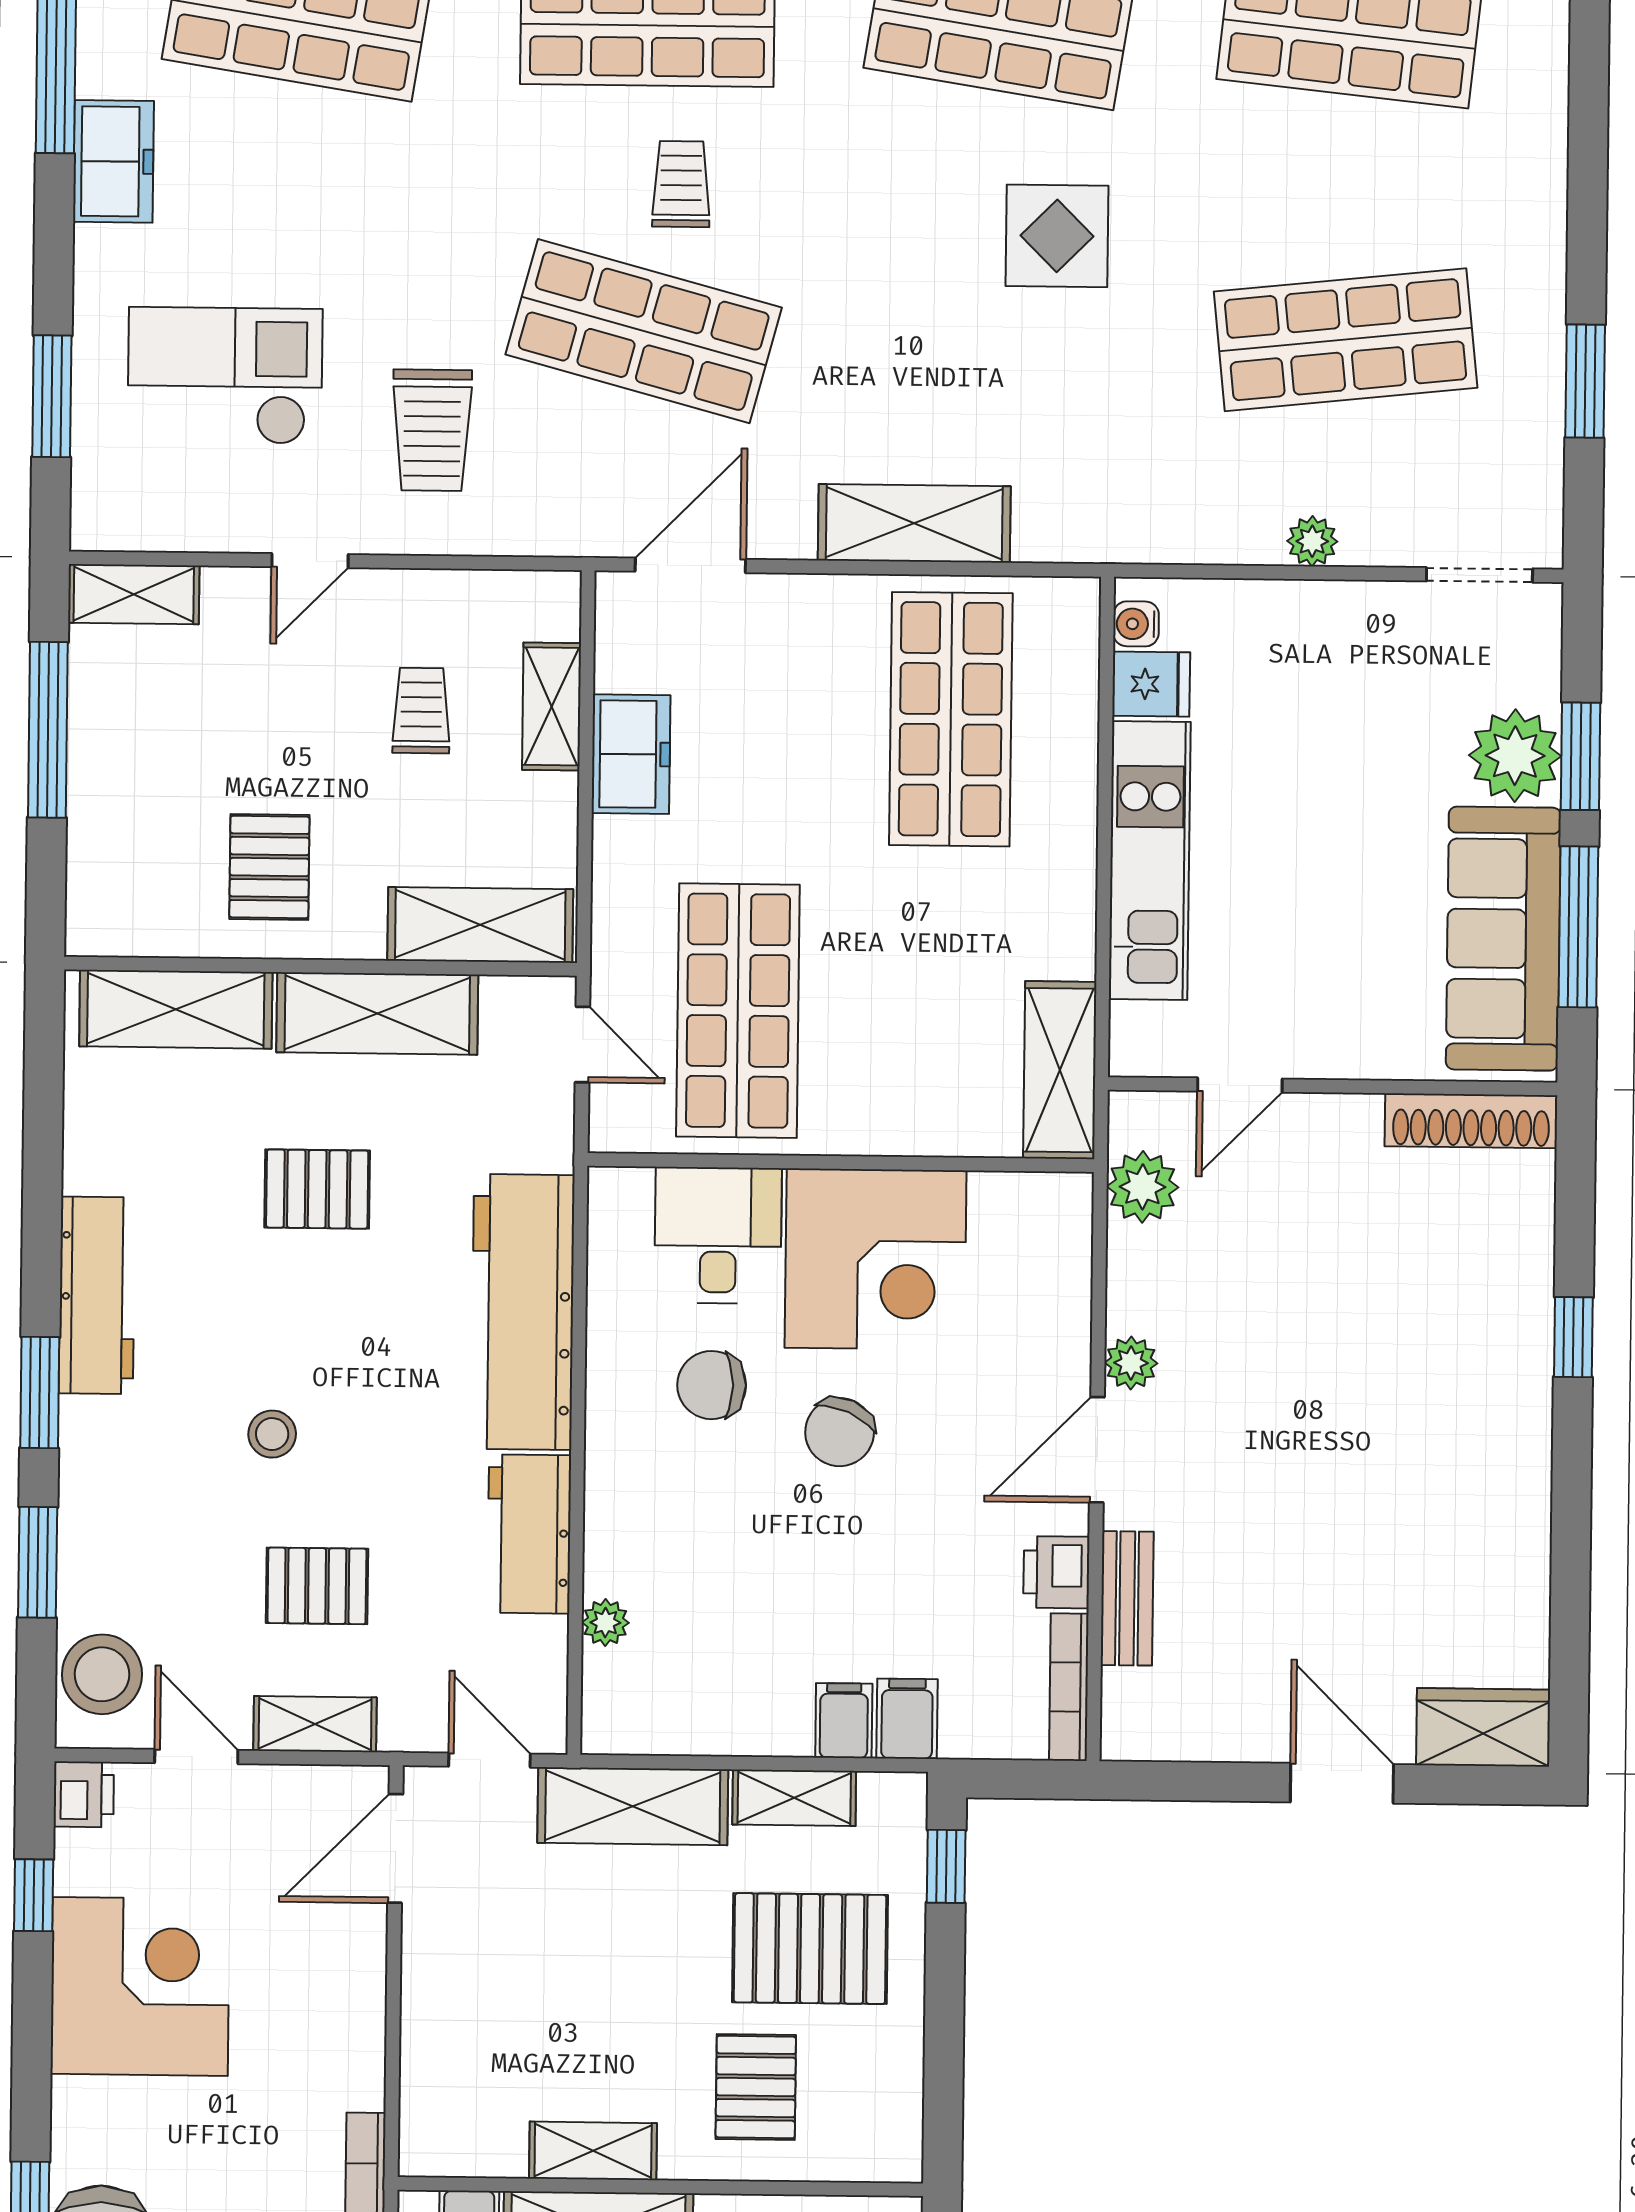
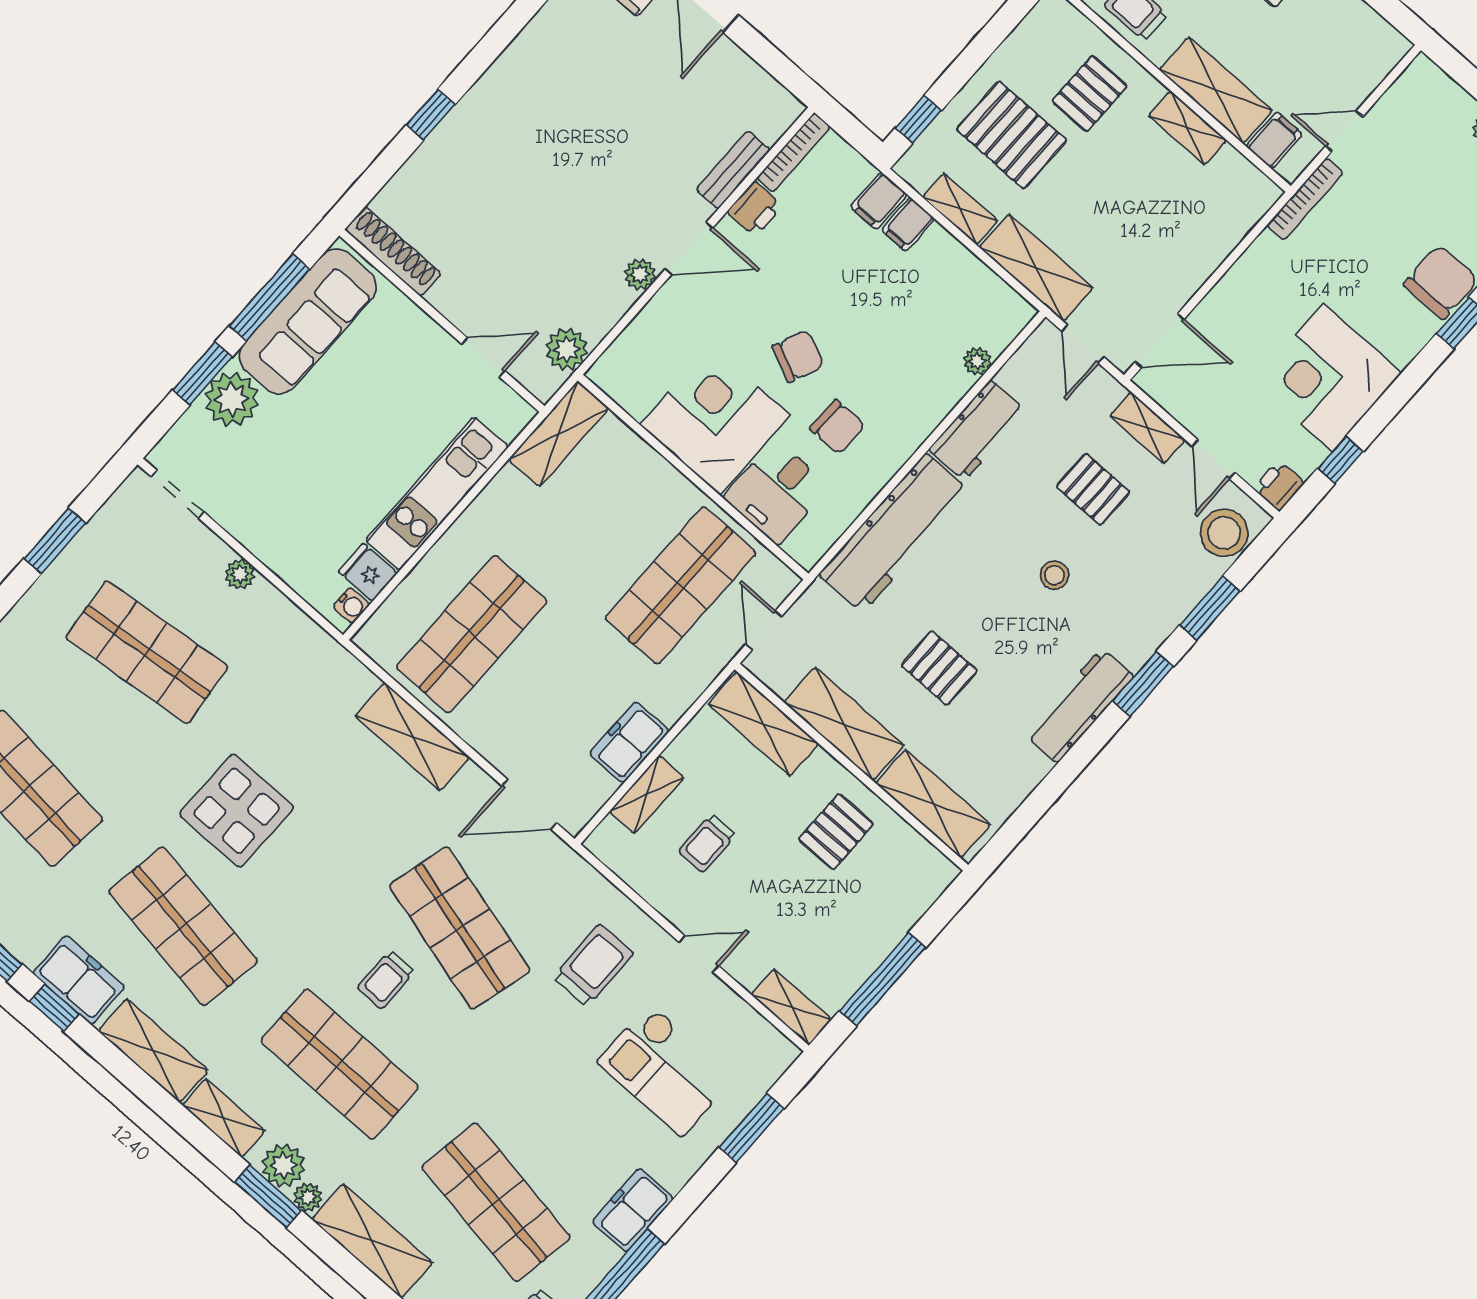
display table: (1057, 236) -> (237, 811), width x1.36, depth x1.36

